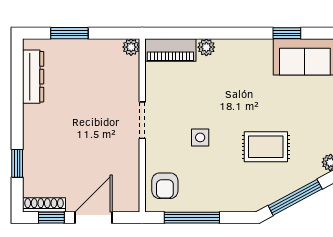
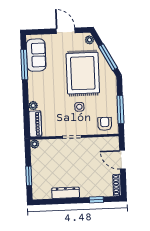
window: (287, 33) -> (24, 65), width x2.17
dresser: (33, 77) -> (66, 193), moved
rug: (266, 147) -> (83, 73), width x1.86, depth x2.06
armchair: (165, 186) -> (105, 124), turned -90
window: (51, 218) -> (123, 181), removed

